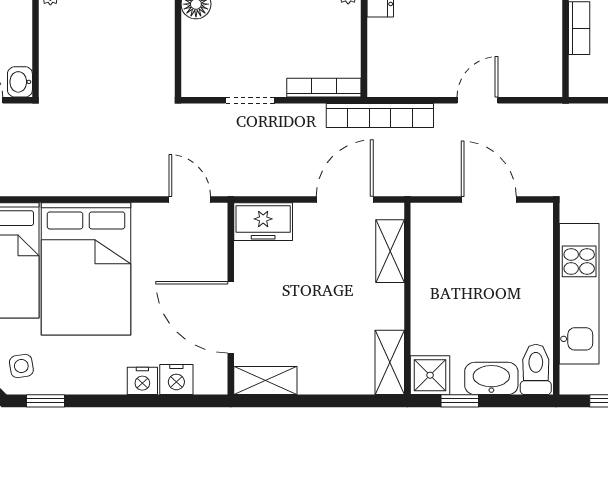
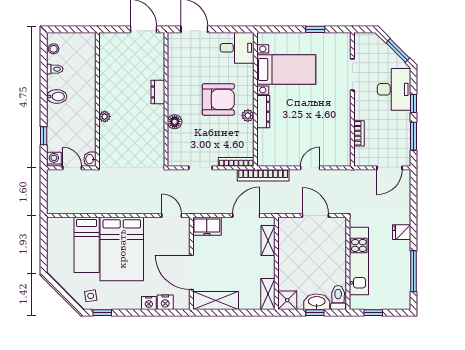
shelving: (265, 381) -> (216, 301), width x1.50, depth x1.33
window: (460, 401) -> (315, 313), moved

